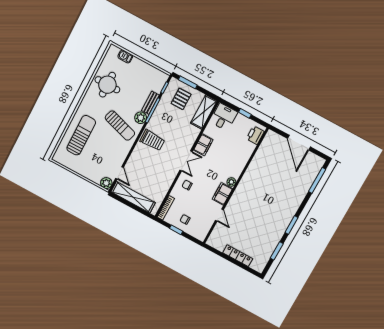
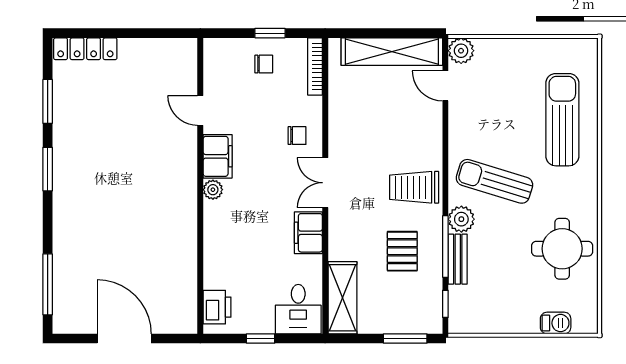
pallet: (181, 99) -> (402, 251), moved
sun lounger: (81, 135) -> (562, 120), turned 180
locker: (238, 256) -> (85, 49), moved

